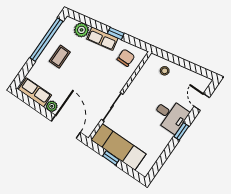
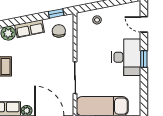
window: (116, 33) -> (56, 13), moved
desk: (170, 115) -> (126, 57), width x1.37

